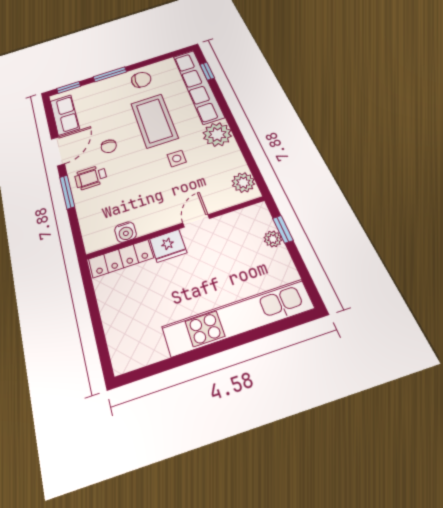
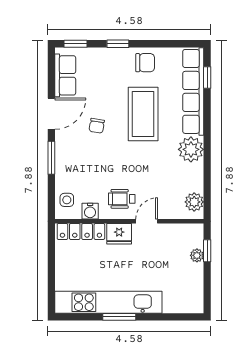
window: (110, 74) -> (118, 44), width x0.67
side table: (177, 158) -> (67, 200), moved
wheelchair: (91, 177) -> (122, 199), moved
kitchen unit: (238, 318) -> (108, 302), moved
window: (204, 352) -> (119, 317), added

